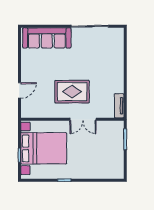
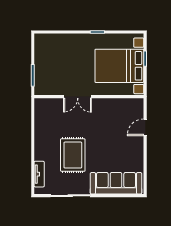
rug: (72, 92) -> (73, 155), moved, turned 90
tv unit: (119, 106) -> (39, 174), moved
double door: (83, 119) -> (78, 97), swing flipped

